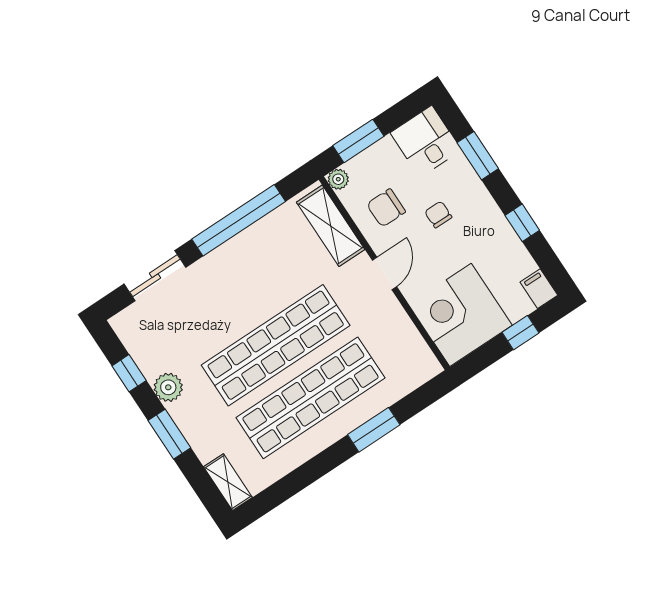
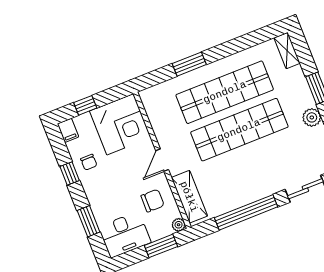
desk: (426, 141) -> (125, 235), width x1.37
chair: (438, 214) -> (89, 162), moved

